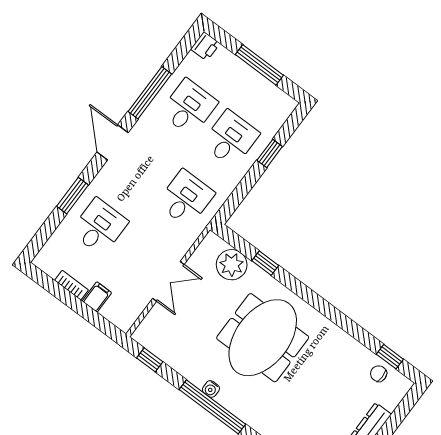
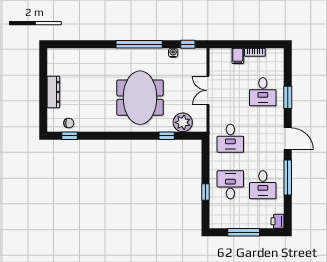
desk: (231, 139) -> (230, 185), turned 180
water cooler: (211, 389) -> (173, 53), moved

